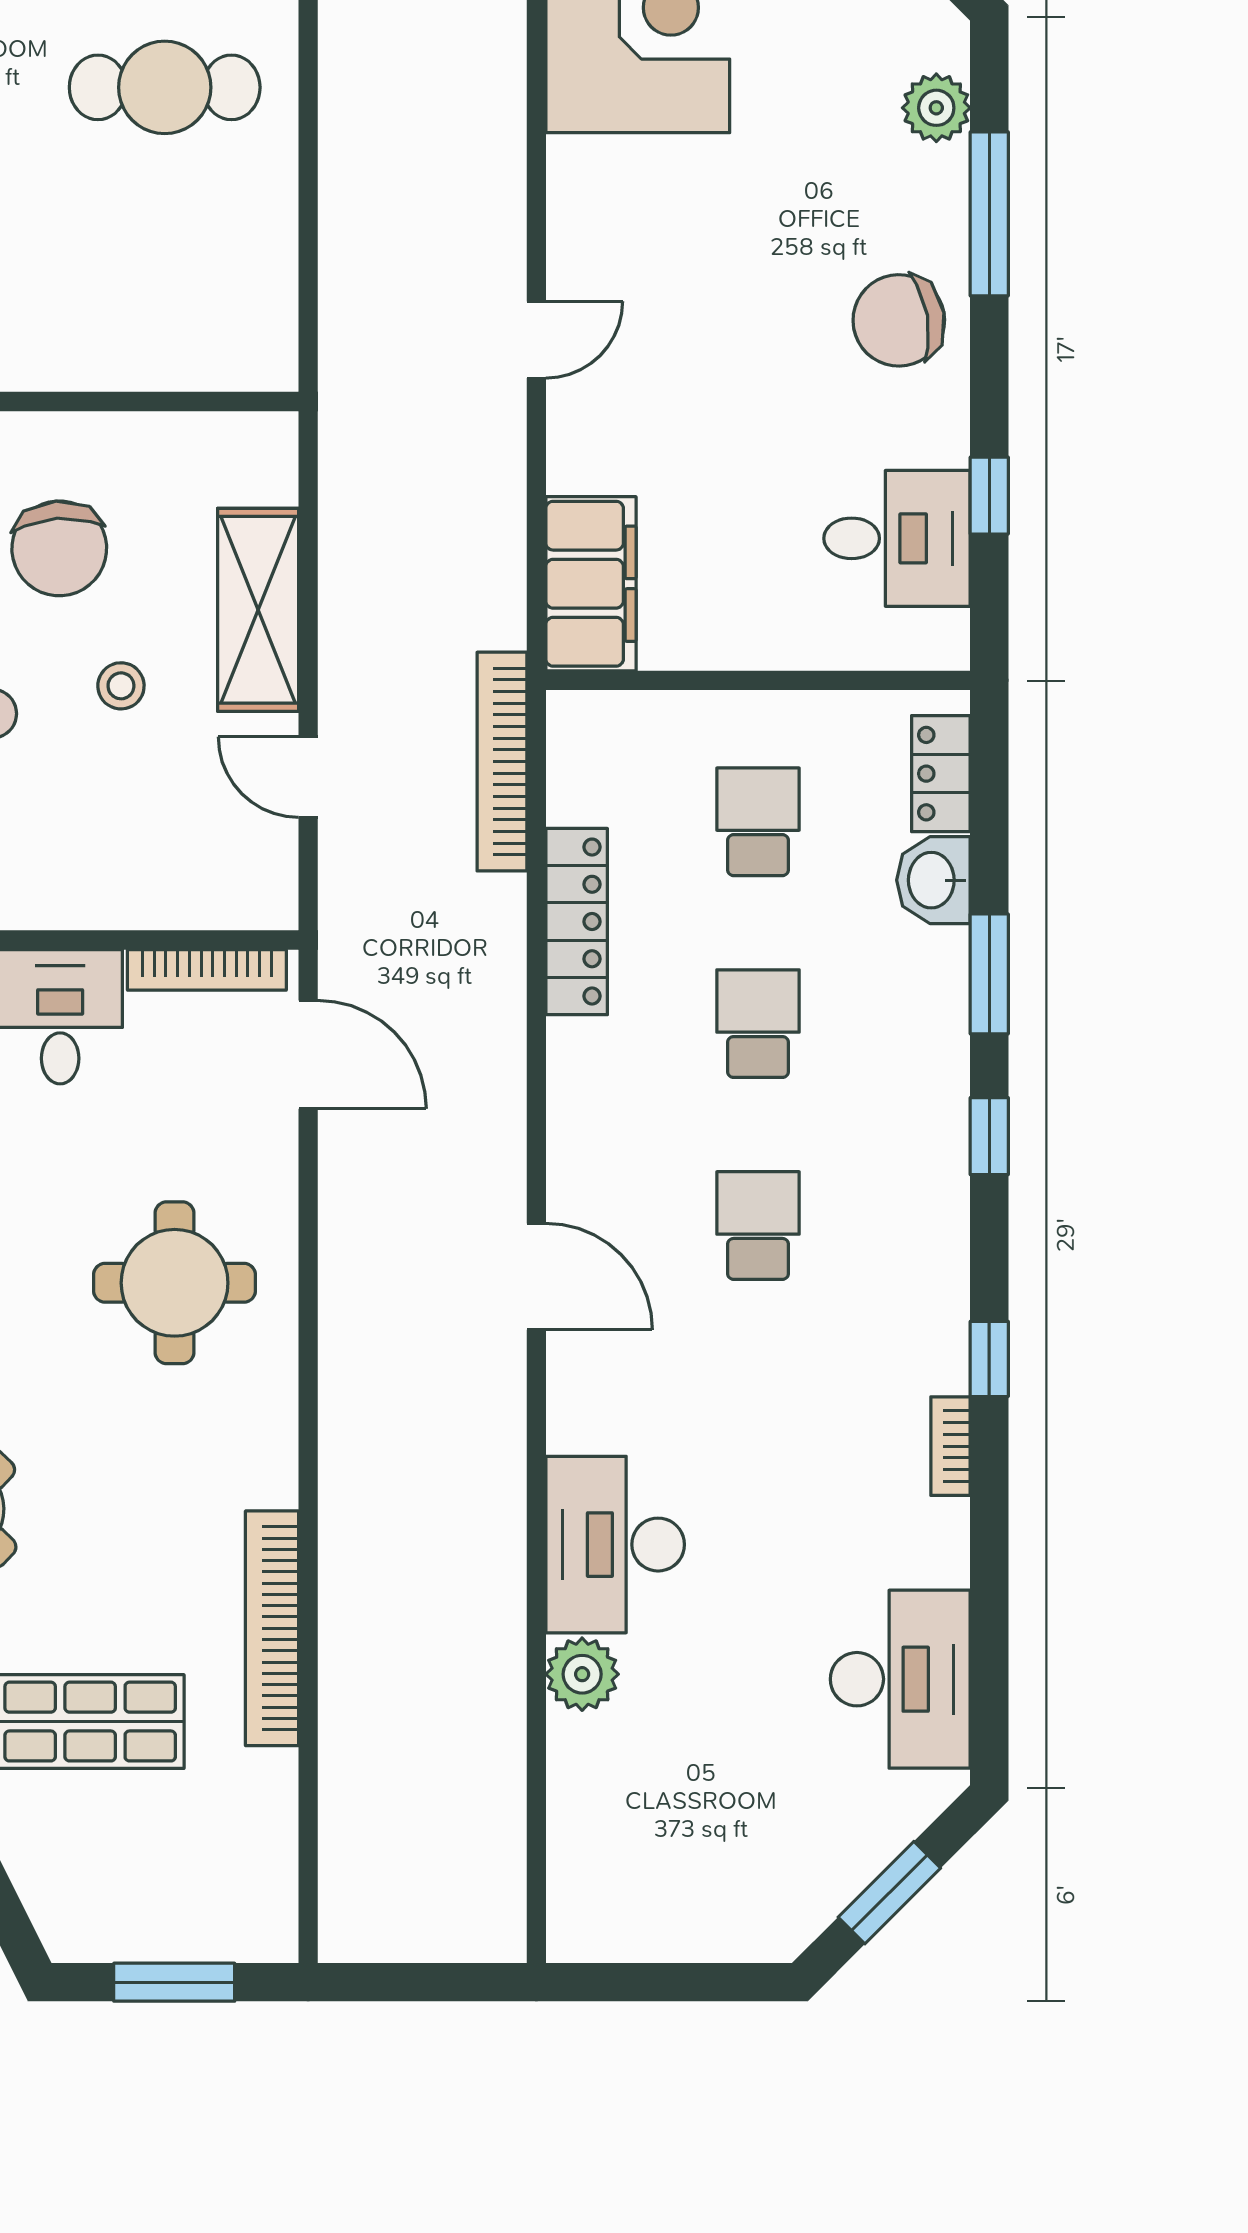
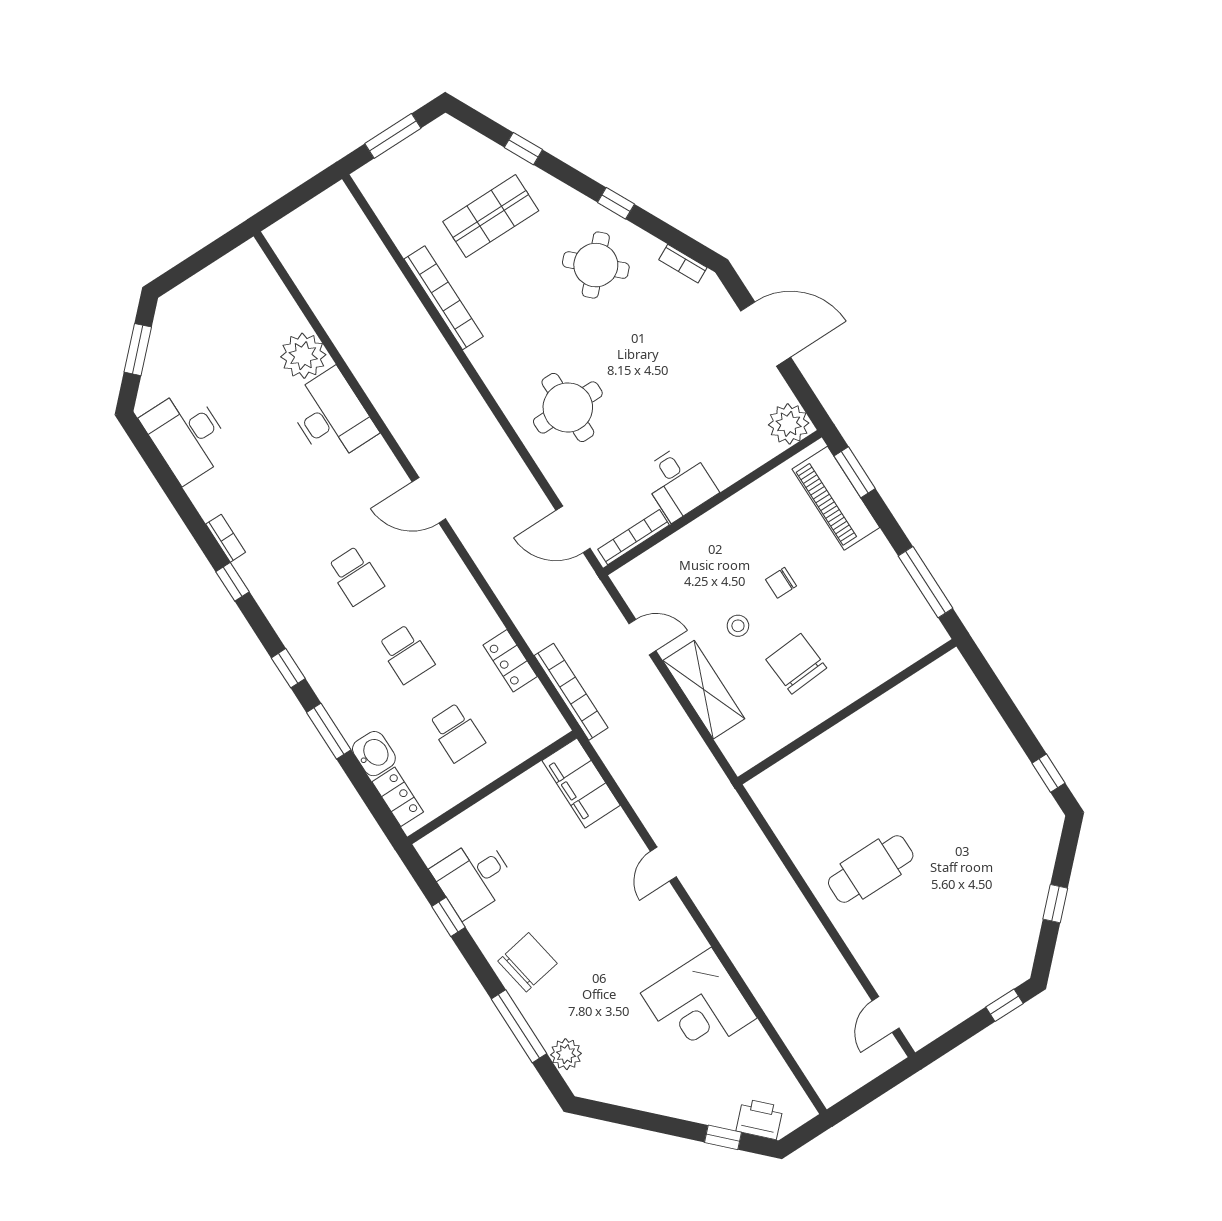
locker: (577, 922) -> (510, 661), width x0.66
plant: (582, 1674) -> (303, 356), width x1.36, depth x1.36

